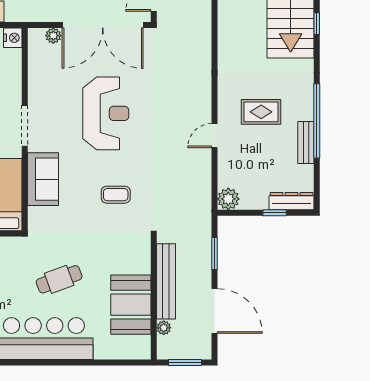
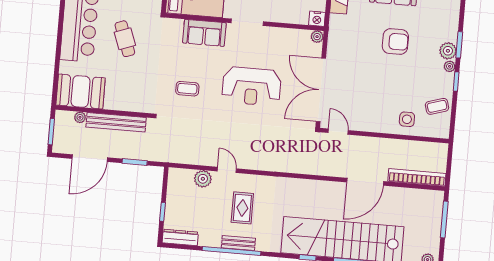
plant: (53, 36) -> (317, 37), moved
bench: (306, 142) -> (238, 243), moved
coffee table: (116, 195) -> (187, 89), turned 90
plant: (228, 199) -> (203, 179), moved
dresser: (292, 201) -> (180, 237), moved, turned -90
booth: (131, 305) -> (81, 91), moved

